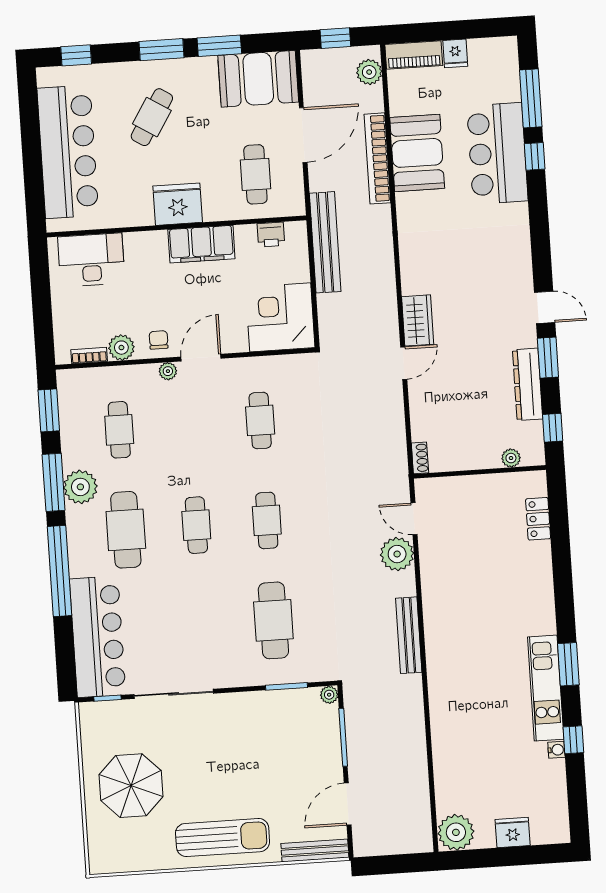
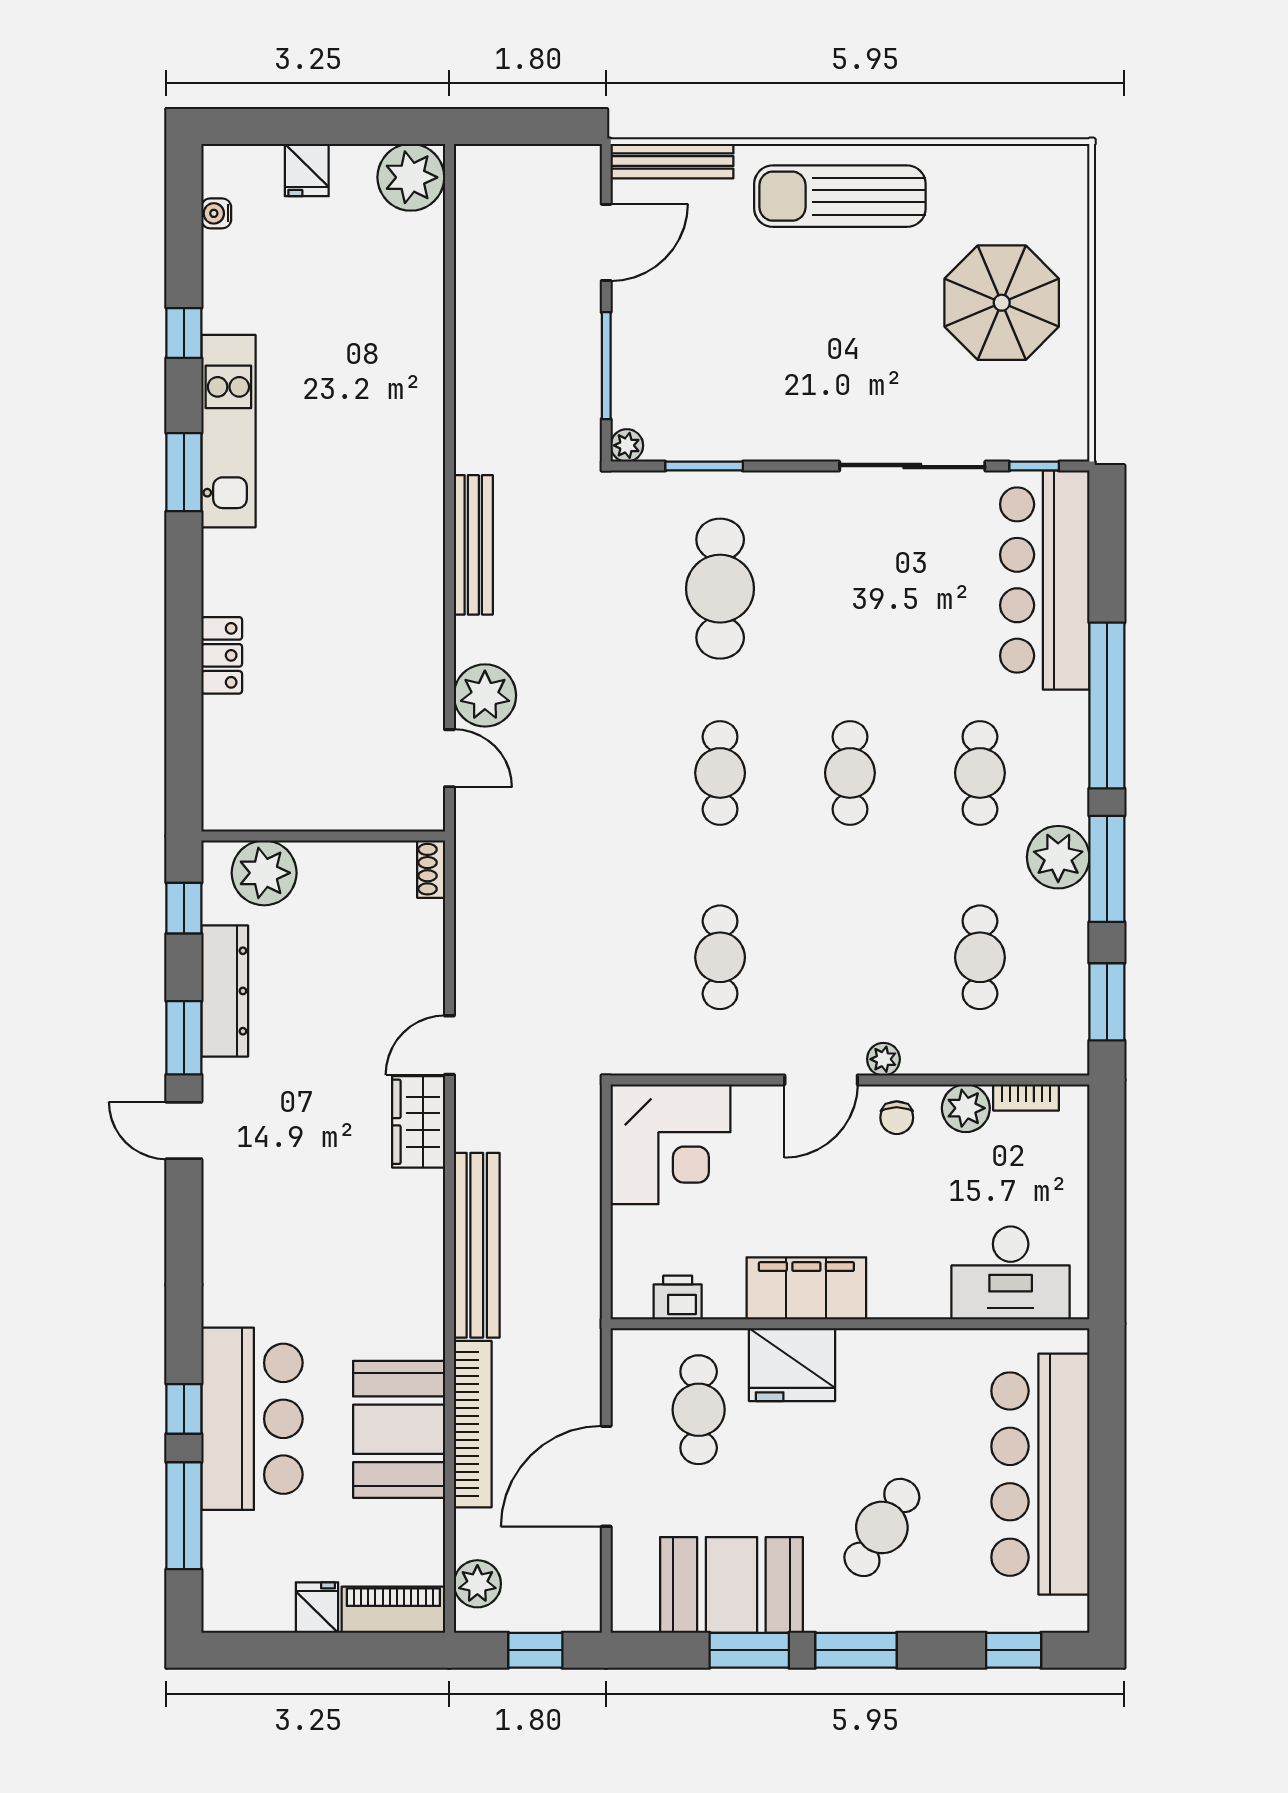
booth: (258, 79) -> (731, 1585), moved
fridge: (178, 204) -> (792, 1365), moved
bench: (325, 242) -> (477, 1245), moved
plant: (511, 458) -> (264, 873), width x1.87, depth x1.87
locker: (538, 519) -> (222, 655), moved
cafe table: (126, 530) -> (980, 773), width x0.73, depth x0.74
water cooler: (556, 750) -> (216, 213), moved
fridge: (513, 832) -> (307, 170), width x0.72

